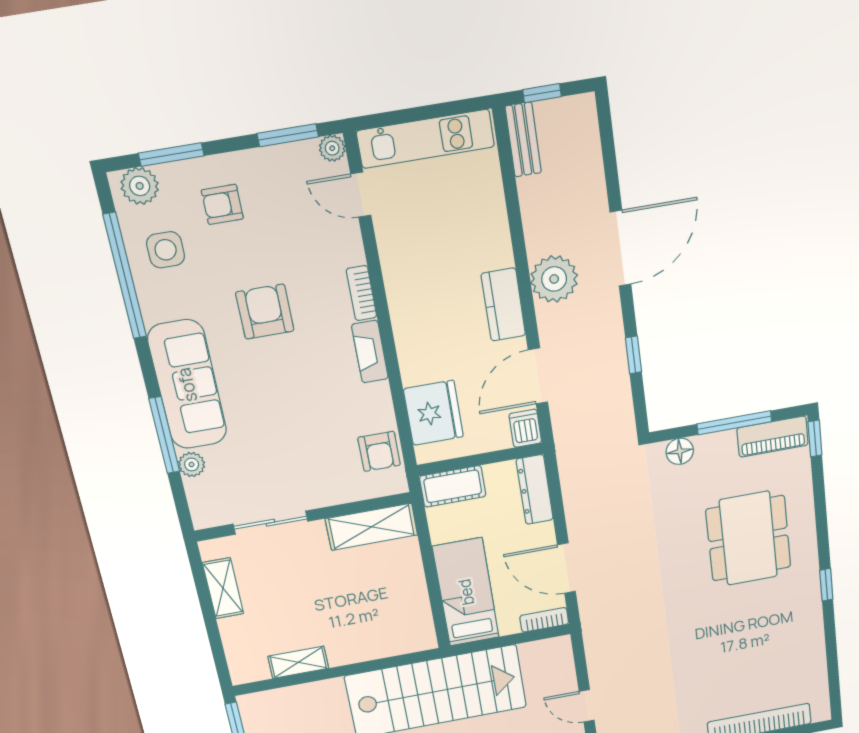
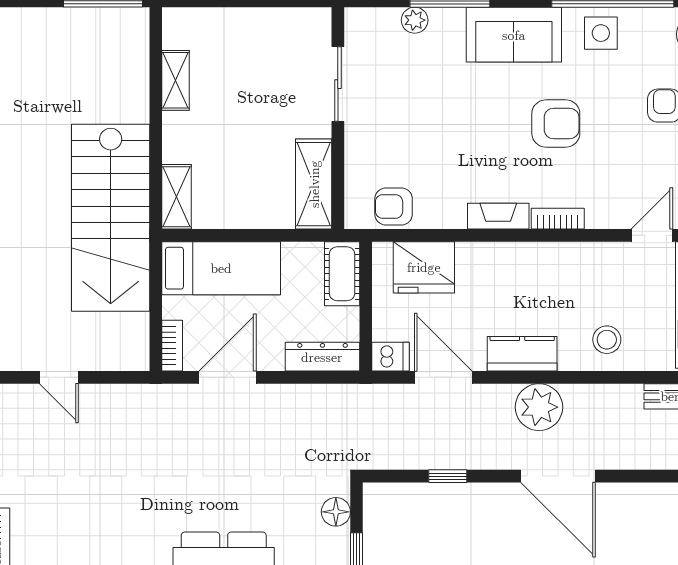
stool: (476, 223) -> (607, 340), added
side table: (166, 250) -> (601, 33), moved
sofa: (187, 385) -> (514, 35), width x0.73
shelving: (223, 588) -> (177, 197), moved, turned 90
door: (587, 706) -> (59, 377), swing flipped

